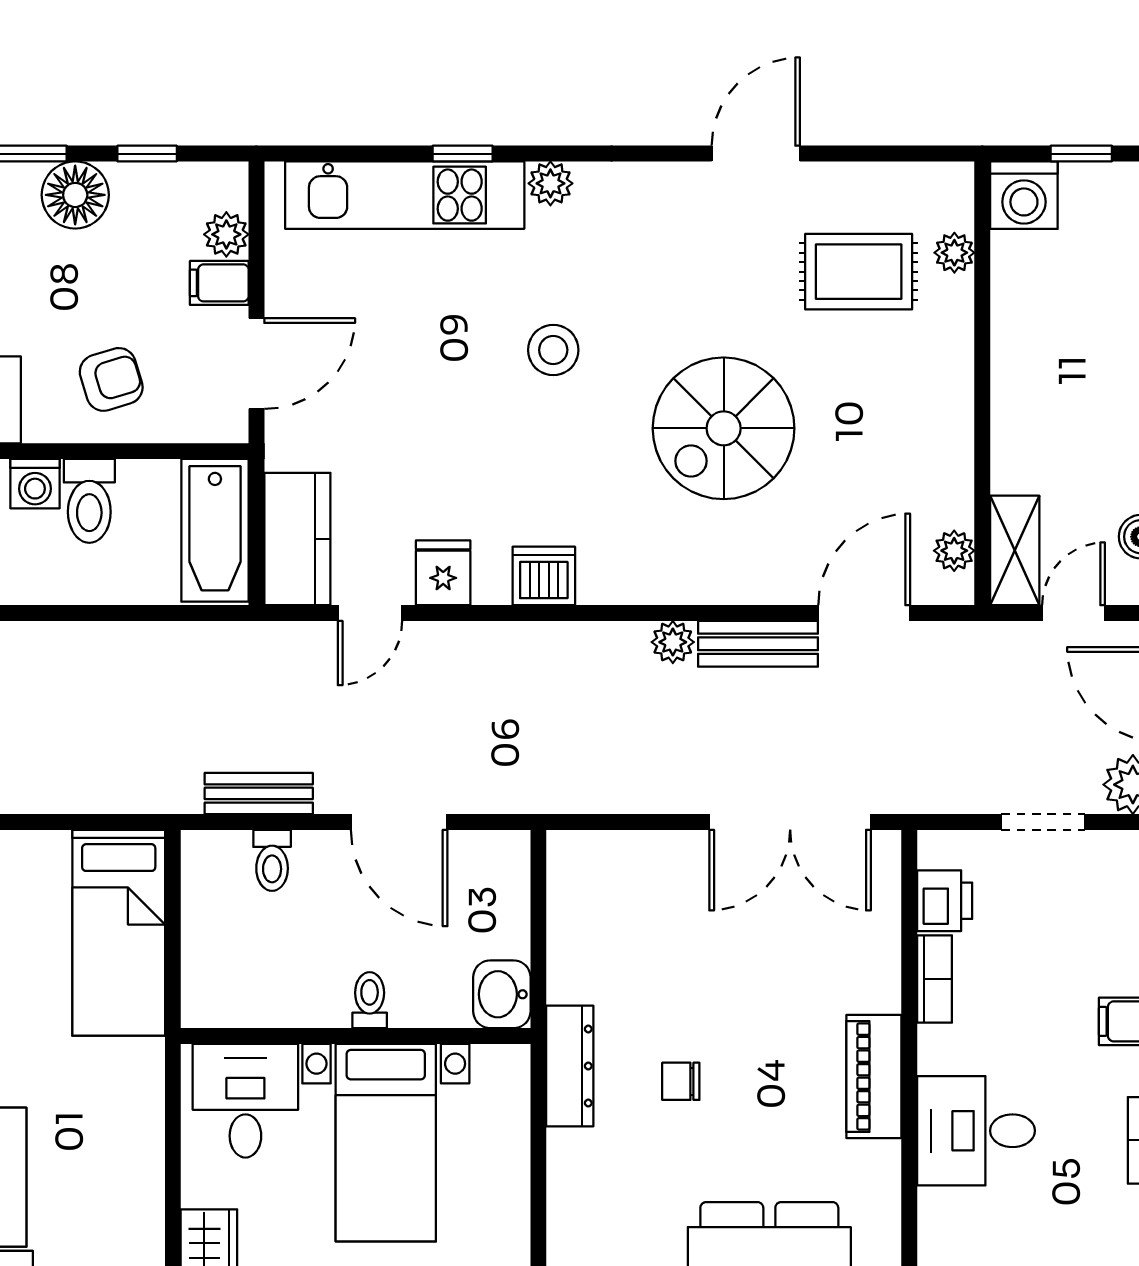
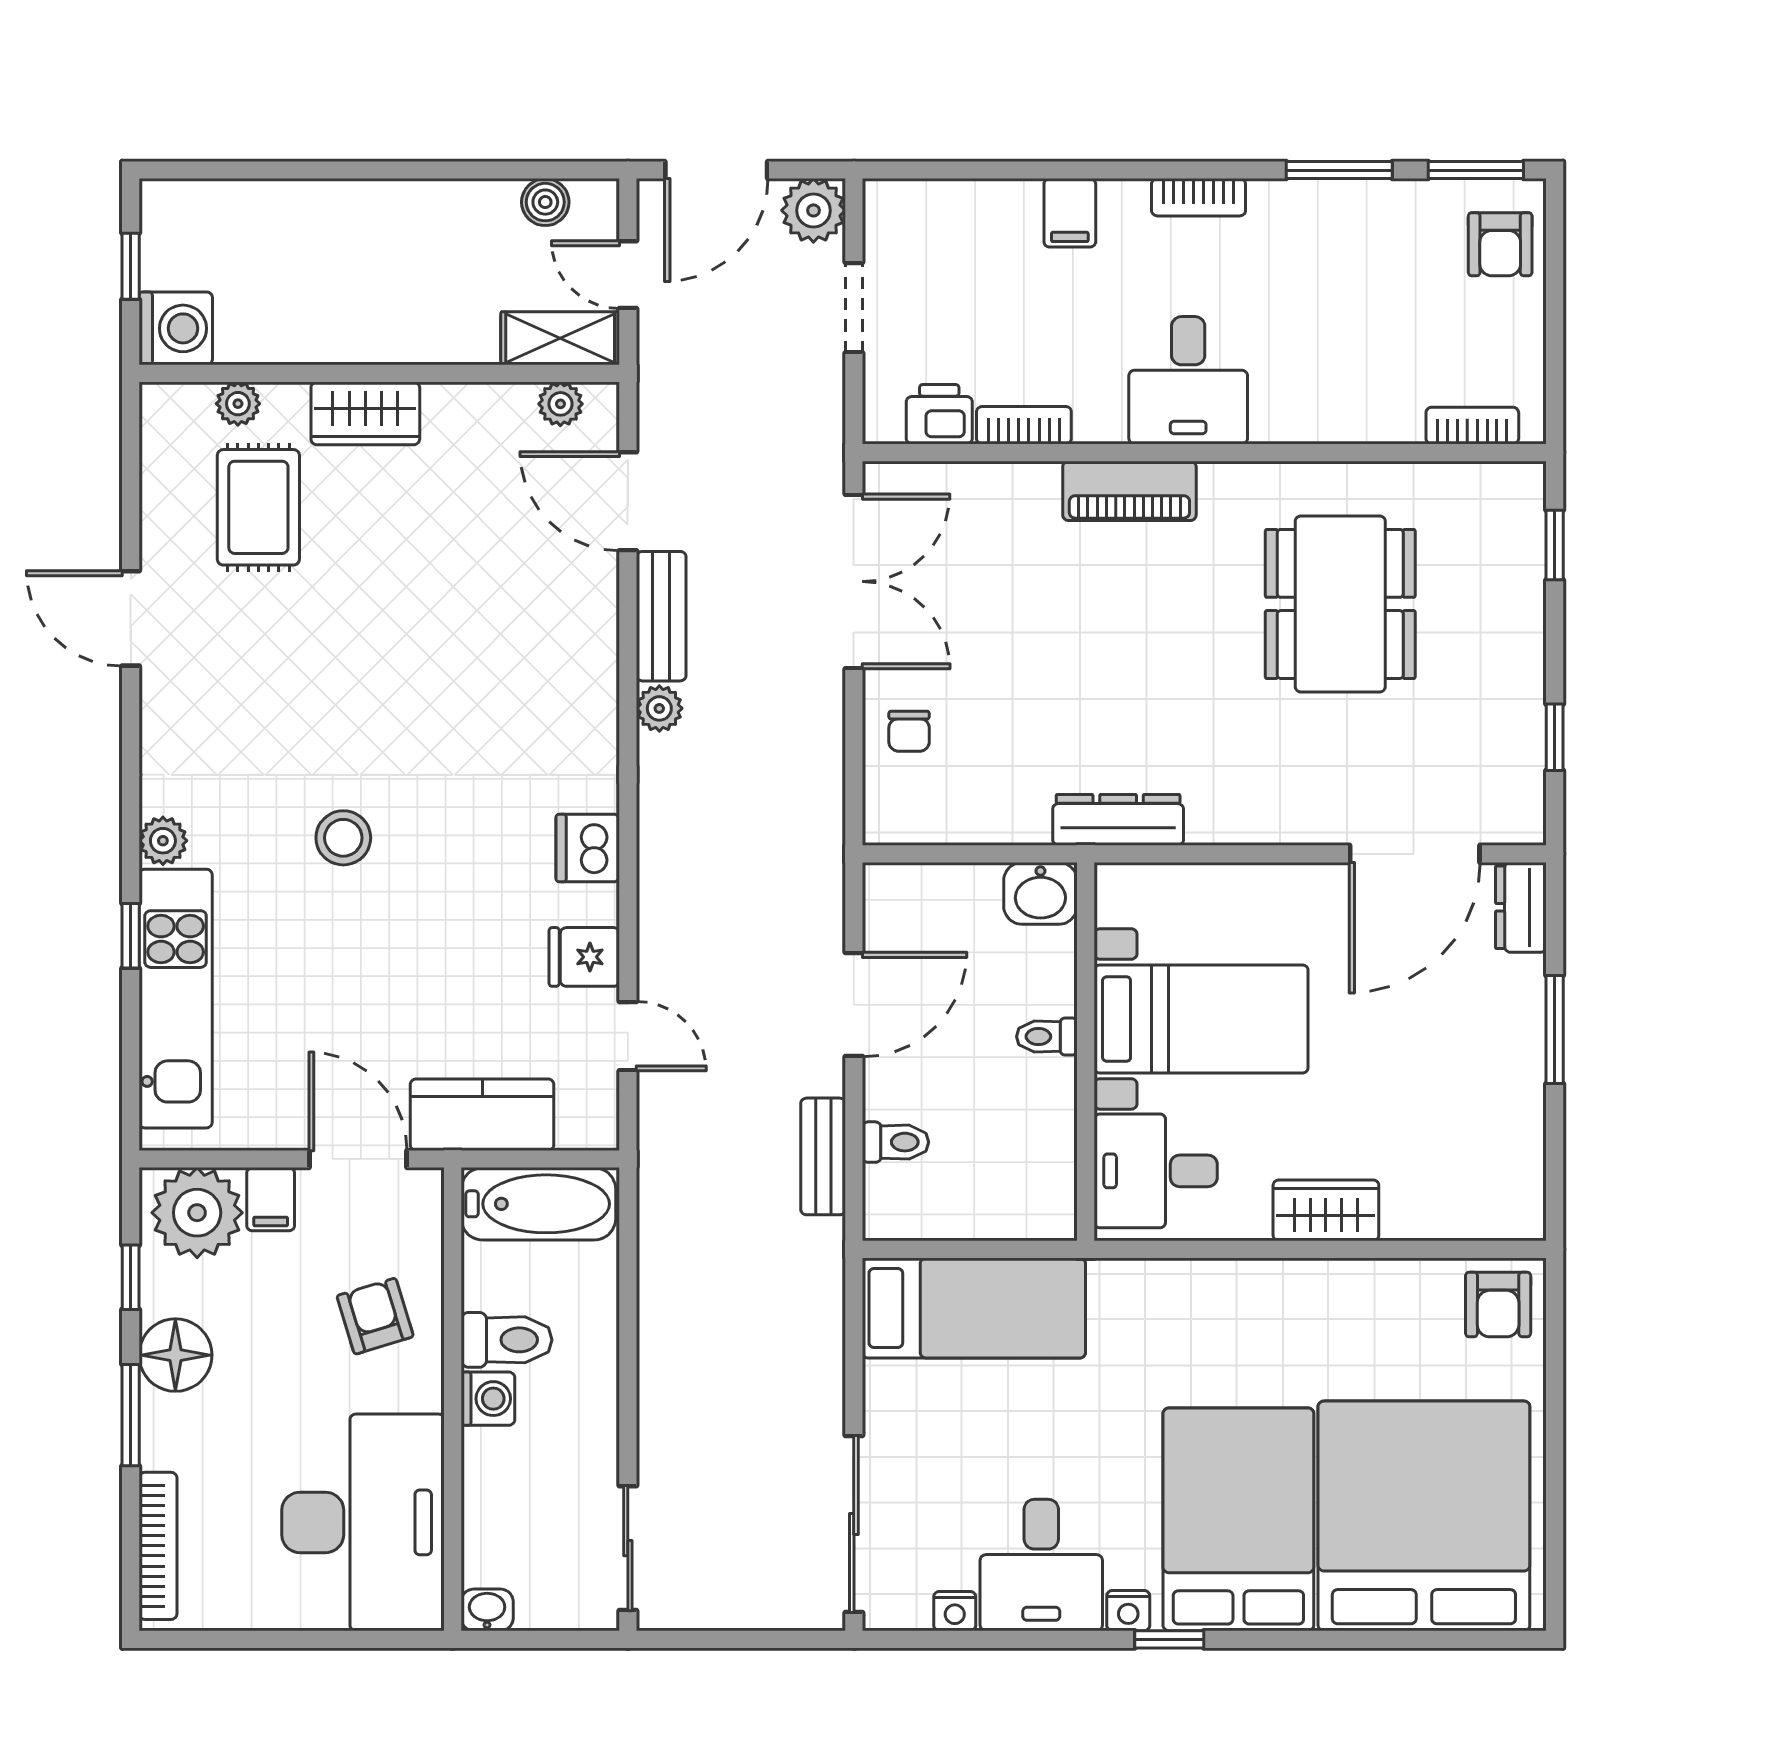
plant: (226, 234) -> (197, 1213), width x1.88, depth x1.88
wardrobe: (945, 370) -> (365, 413), added
spiral stairs: (724, 428) -> (428, 653), removed
kitchen counter: (297, 539) -> (482, 1115), moved
chair: (681, 1081) -> (909, 731), moved

